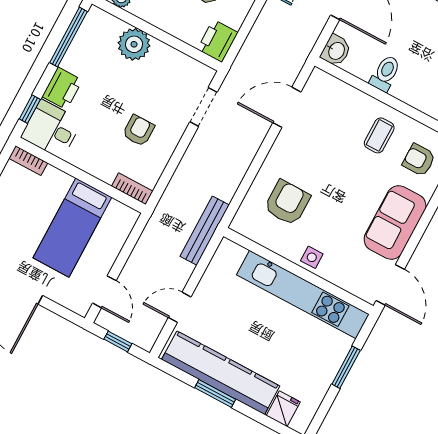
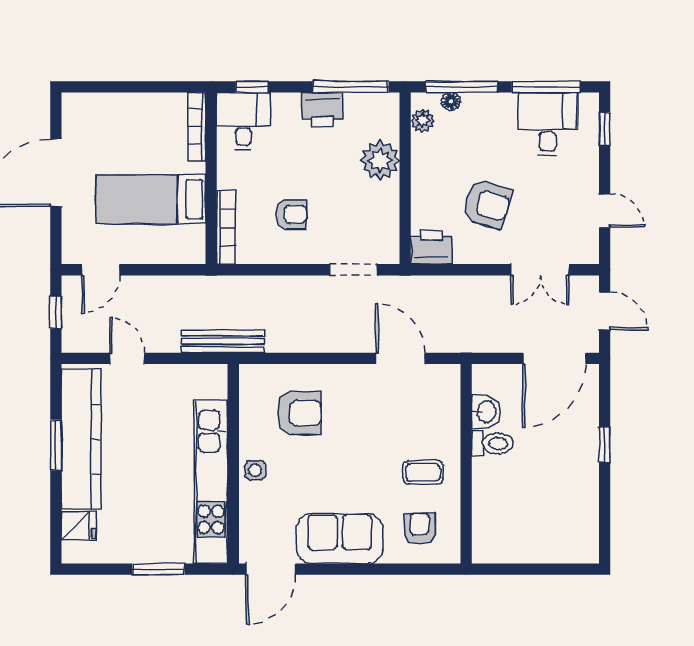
washbasin: (336, 51) -> (486, 412), moved, turned -90
printer: (62, 88) -> (322, 109), moved
bookcase: (28, 161) -> (197, 127), width x1.56
bookcase: (132, 189) -> (226, 227), width x1.56

